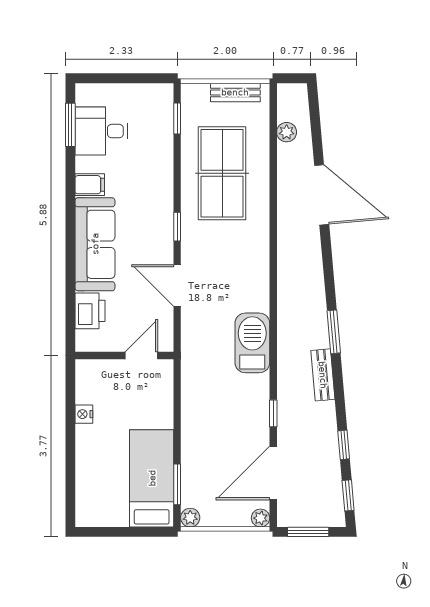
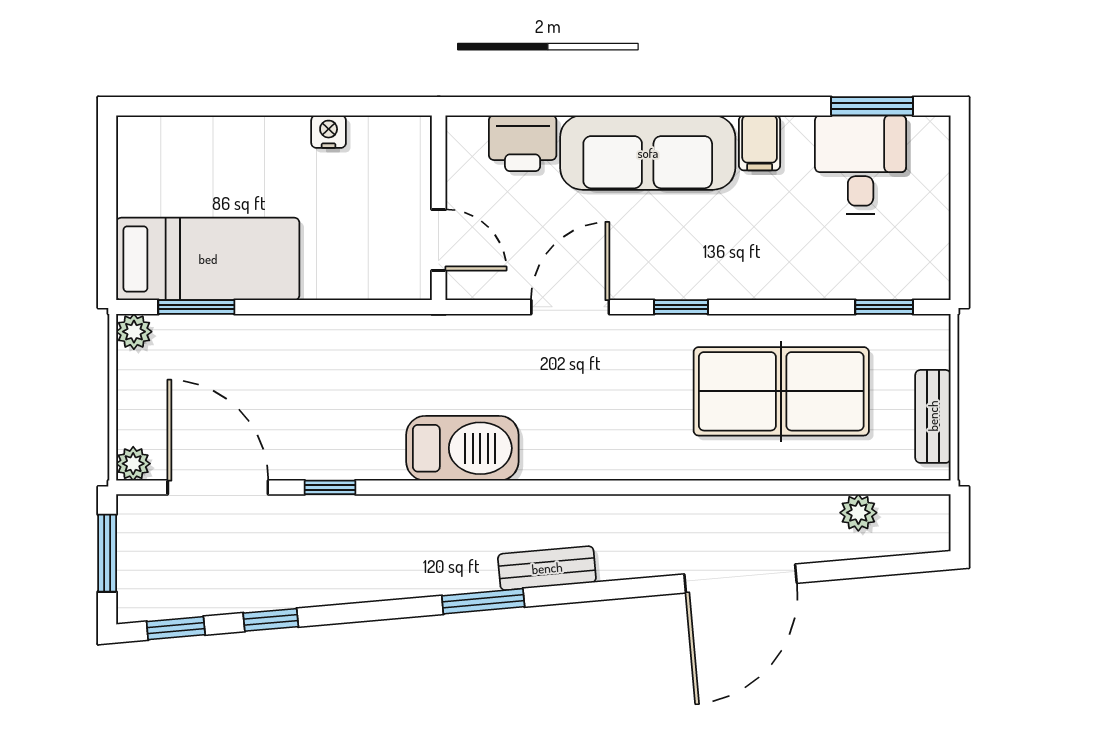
bench: (323, 375) -> (547, 568), moved

